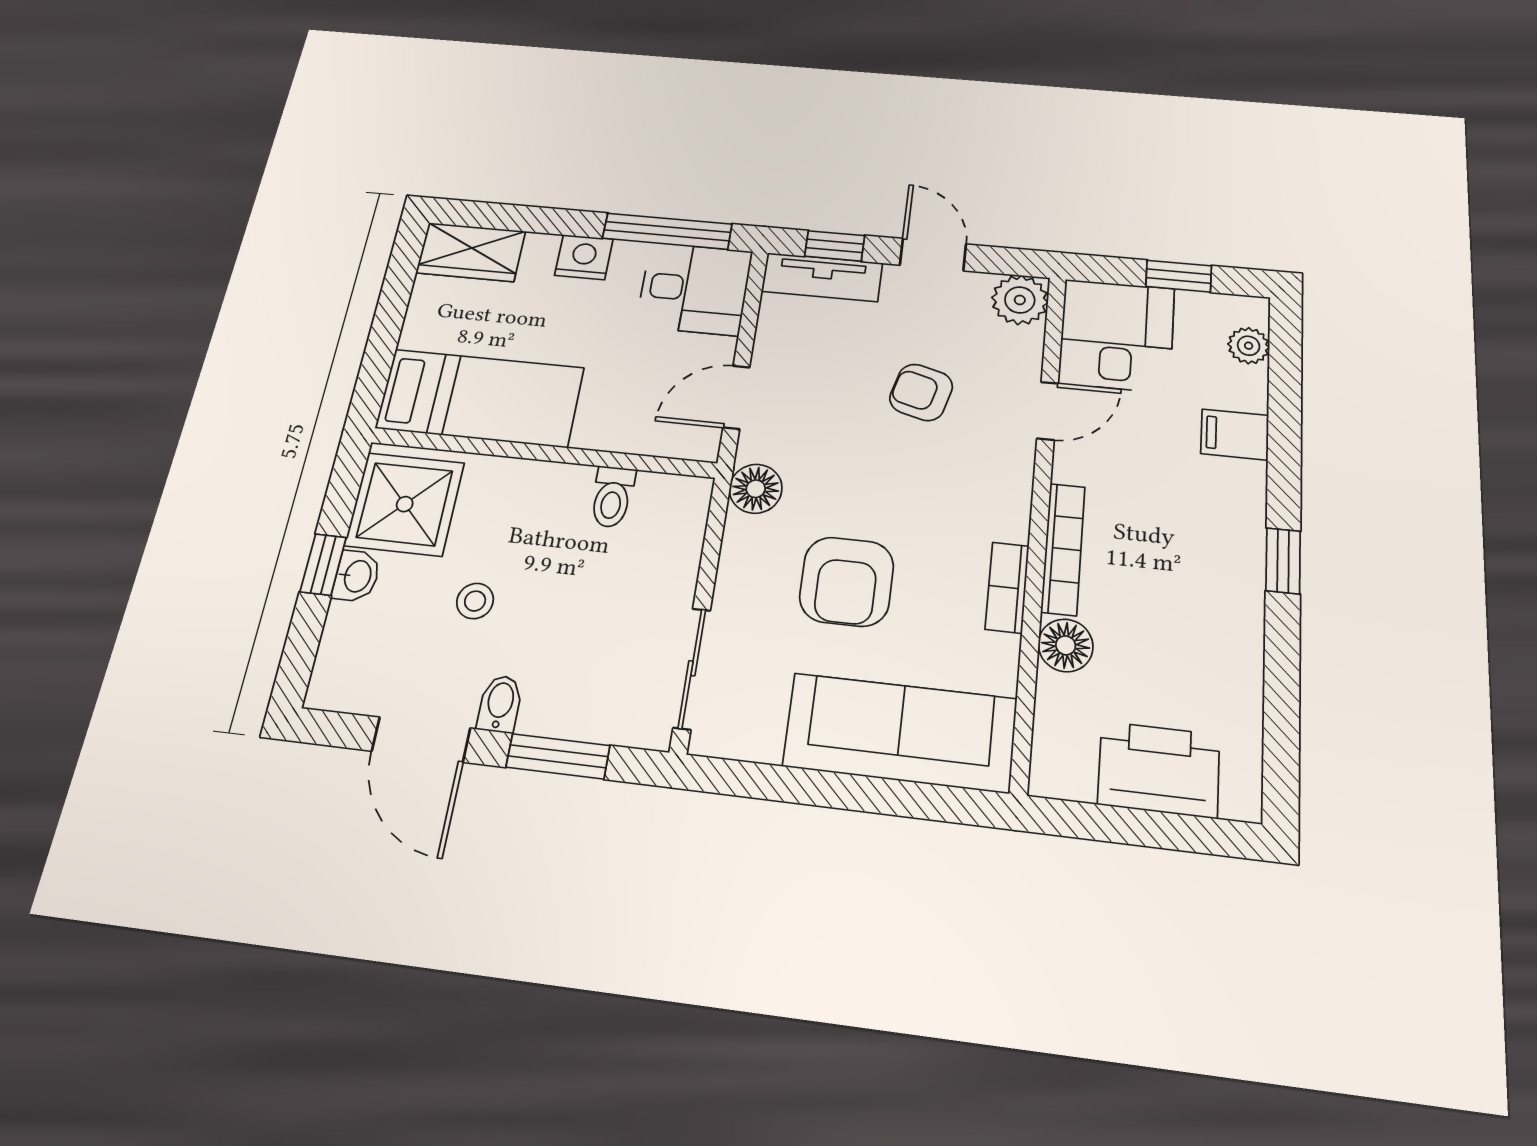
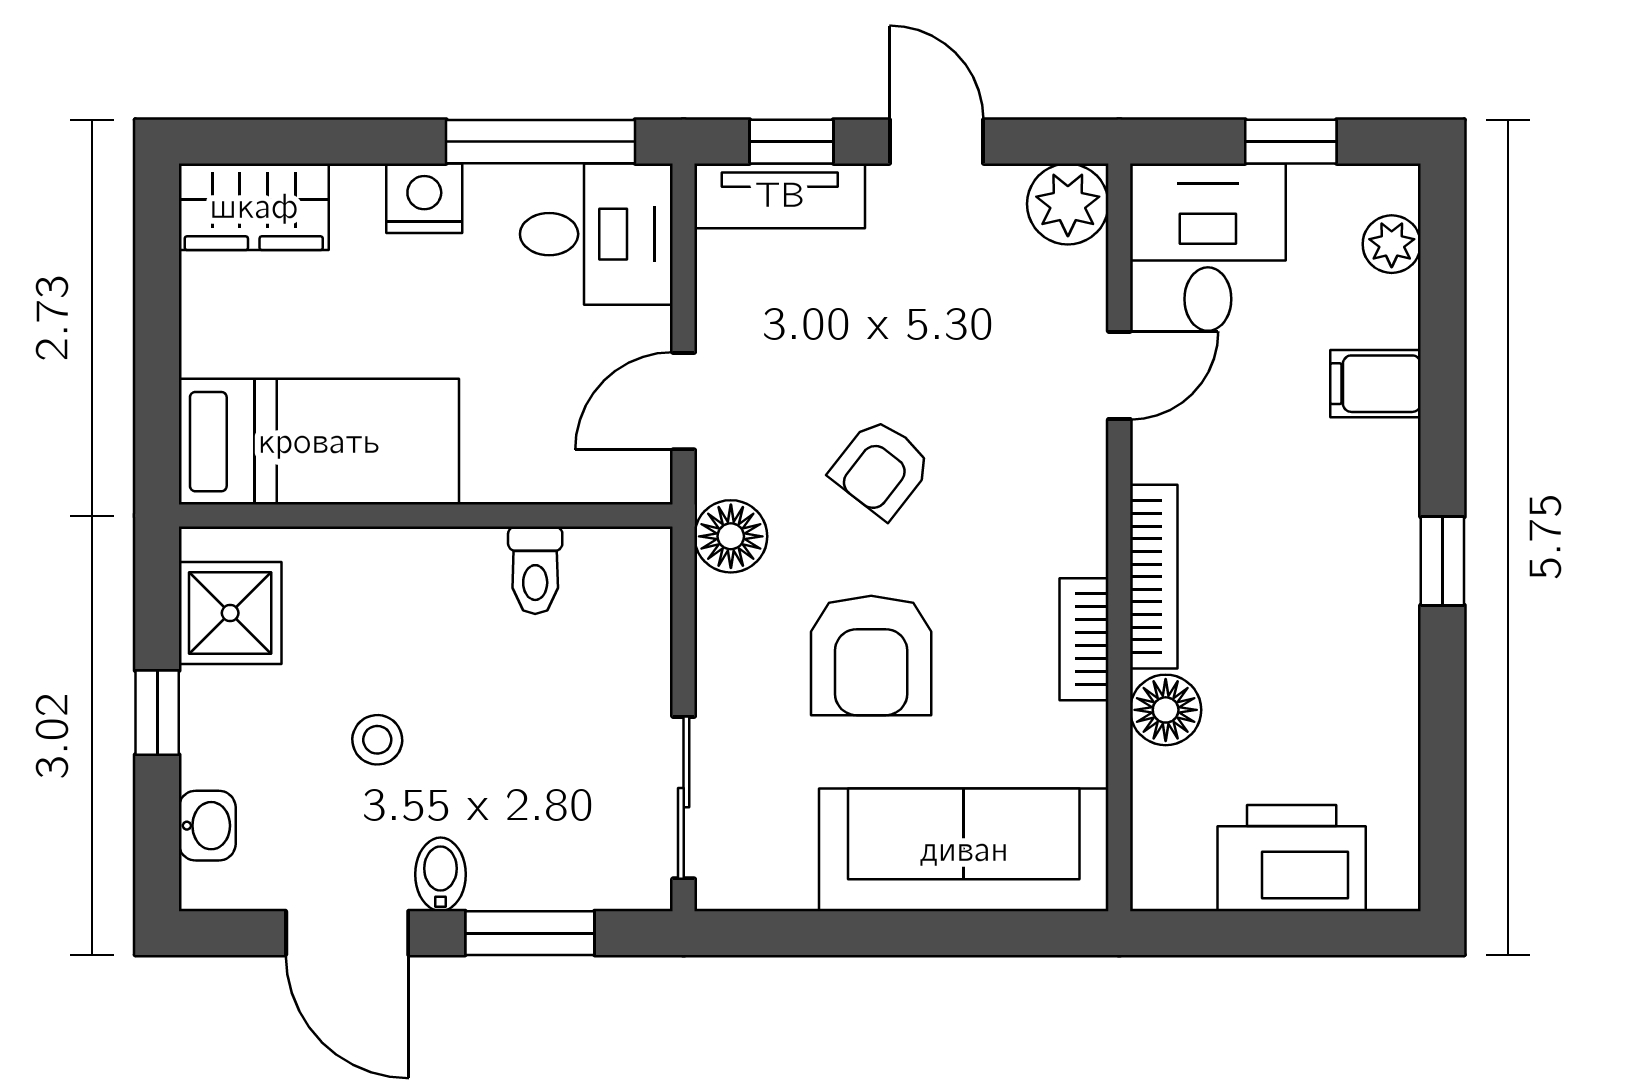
armchair: (921, 392) -> (881, 468), moved, turned -67
shower: (405, 504) -> (230, 613), width x0.73, depth x0.73
washbasin: (356, 576) -> (207, 826), moved

